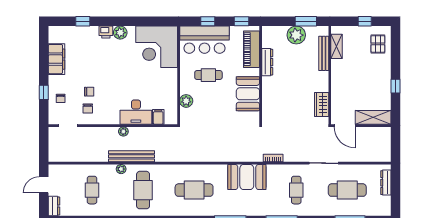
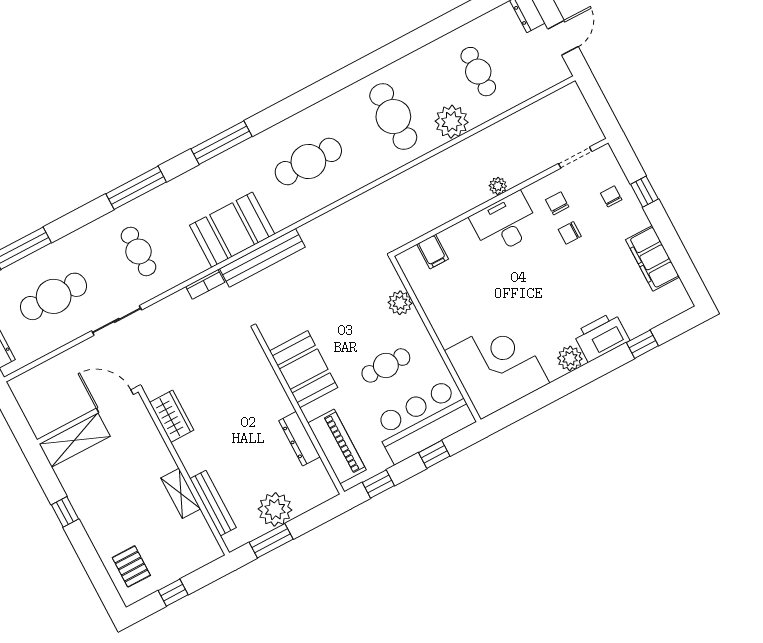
printer: (106, 32) -> (601, 337), width x1.87, depth x1.48
shelving: (337, 46) -> (181, 493), moved
desk: (136, 112) -> (505, 224), moved
plant: (123, 131) -> (498, 186), moved
bench: (131, 156) -> (262, 258), moved
plant: (121, 169) -> (452, 122), width x1.88, depth x1.88

